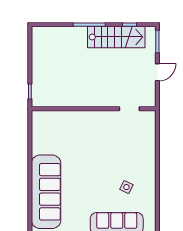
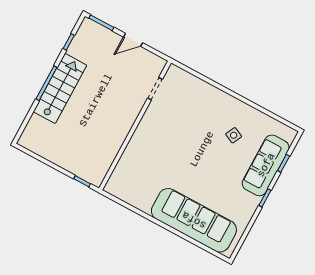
stairs: (116, 37) -> (60, 88), moved
door: (157, 72) -> (133, 40), swing flipped

